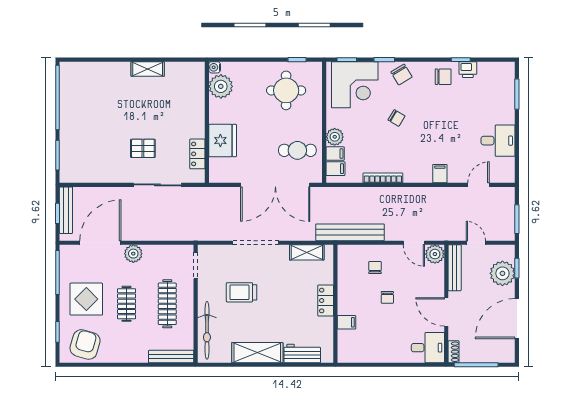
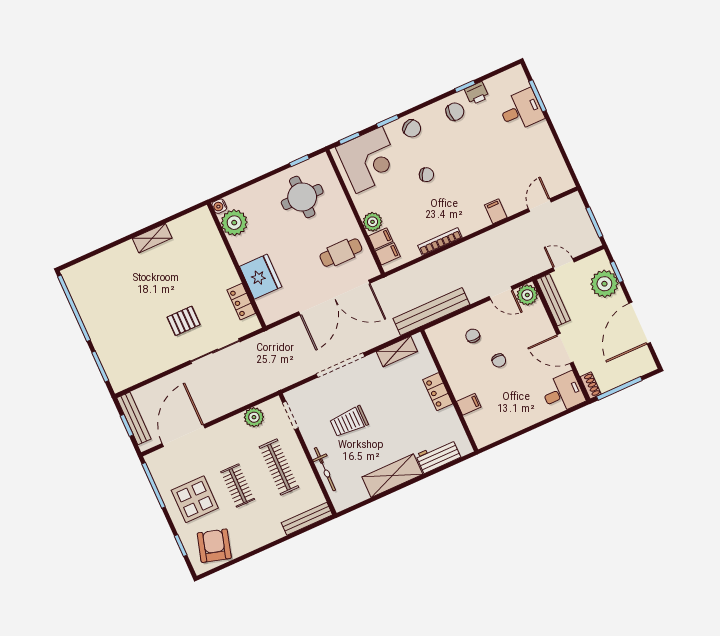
desk: (498, 141) -> (521, 110), moved
plant: (133, 254) -> (254, 417), moved
bicycle: (207, 330) -> (325, 469), width x0.73, depth x0.71

